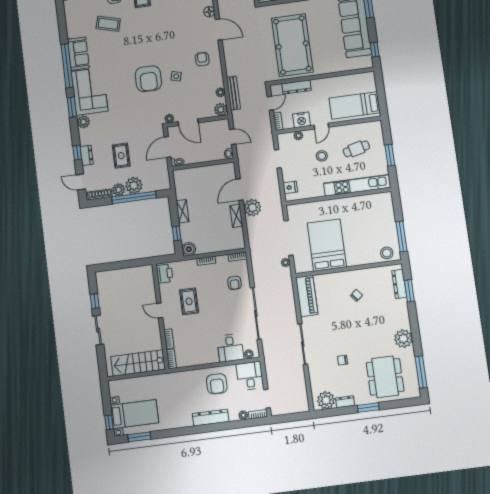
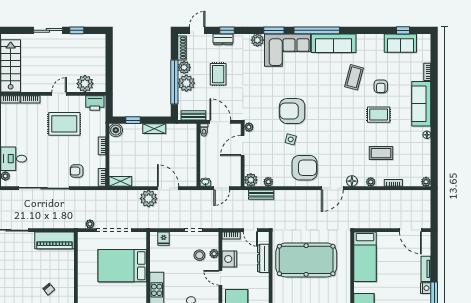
sofa: (78, 54) -> (334, 43), width x1.36
armchair: (202, 59) -> (304, 168), width x1.88, depth x1.88
bench: (233, 93) -> (261, 195), width x0.73
rug: (121, 156) -> (218, 74), turned 90
stool: (322, 156) -> (199, 255), moved
bench: (165, 174) -> (193, 115), added
shelving: (236, 216) -> (120, 181), moved
bed: (327, 245) -> (122, 266), moved, turned 180
plant: (147, 286) -> (85, 84), added
rug: (189, 301) -> (64, 124), width x1.36, depth x1.43

